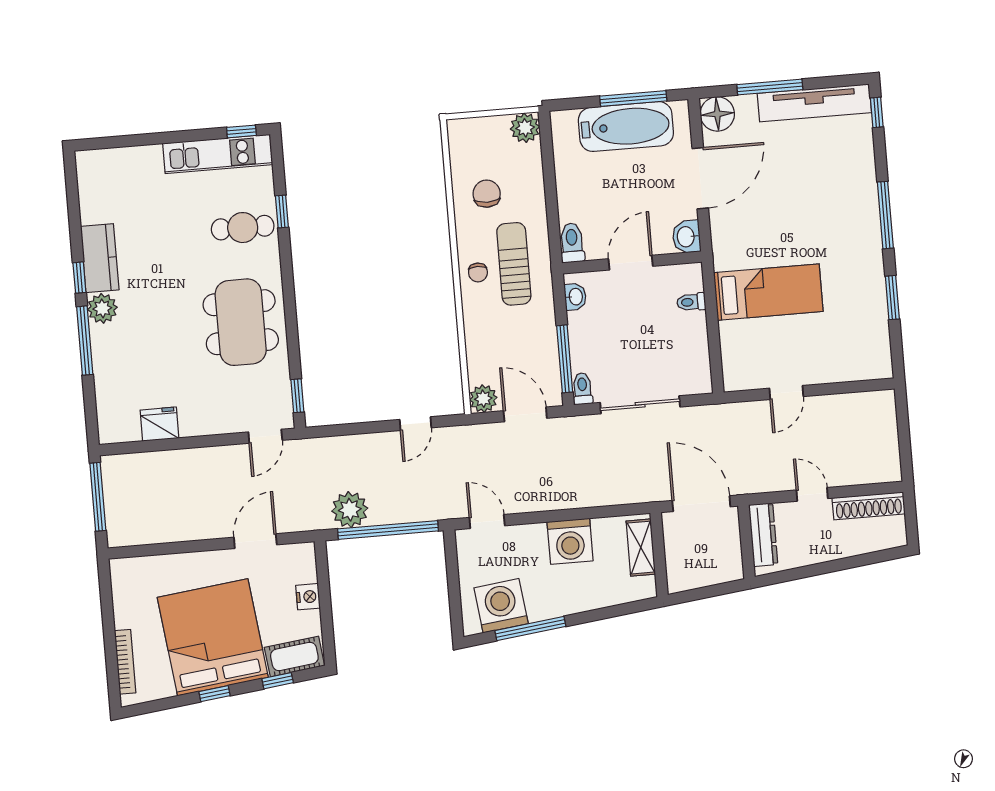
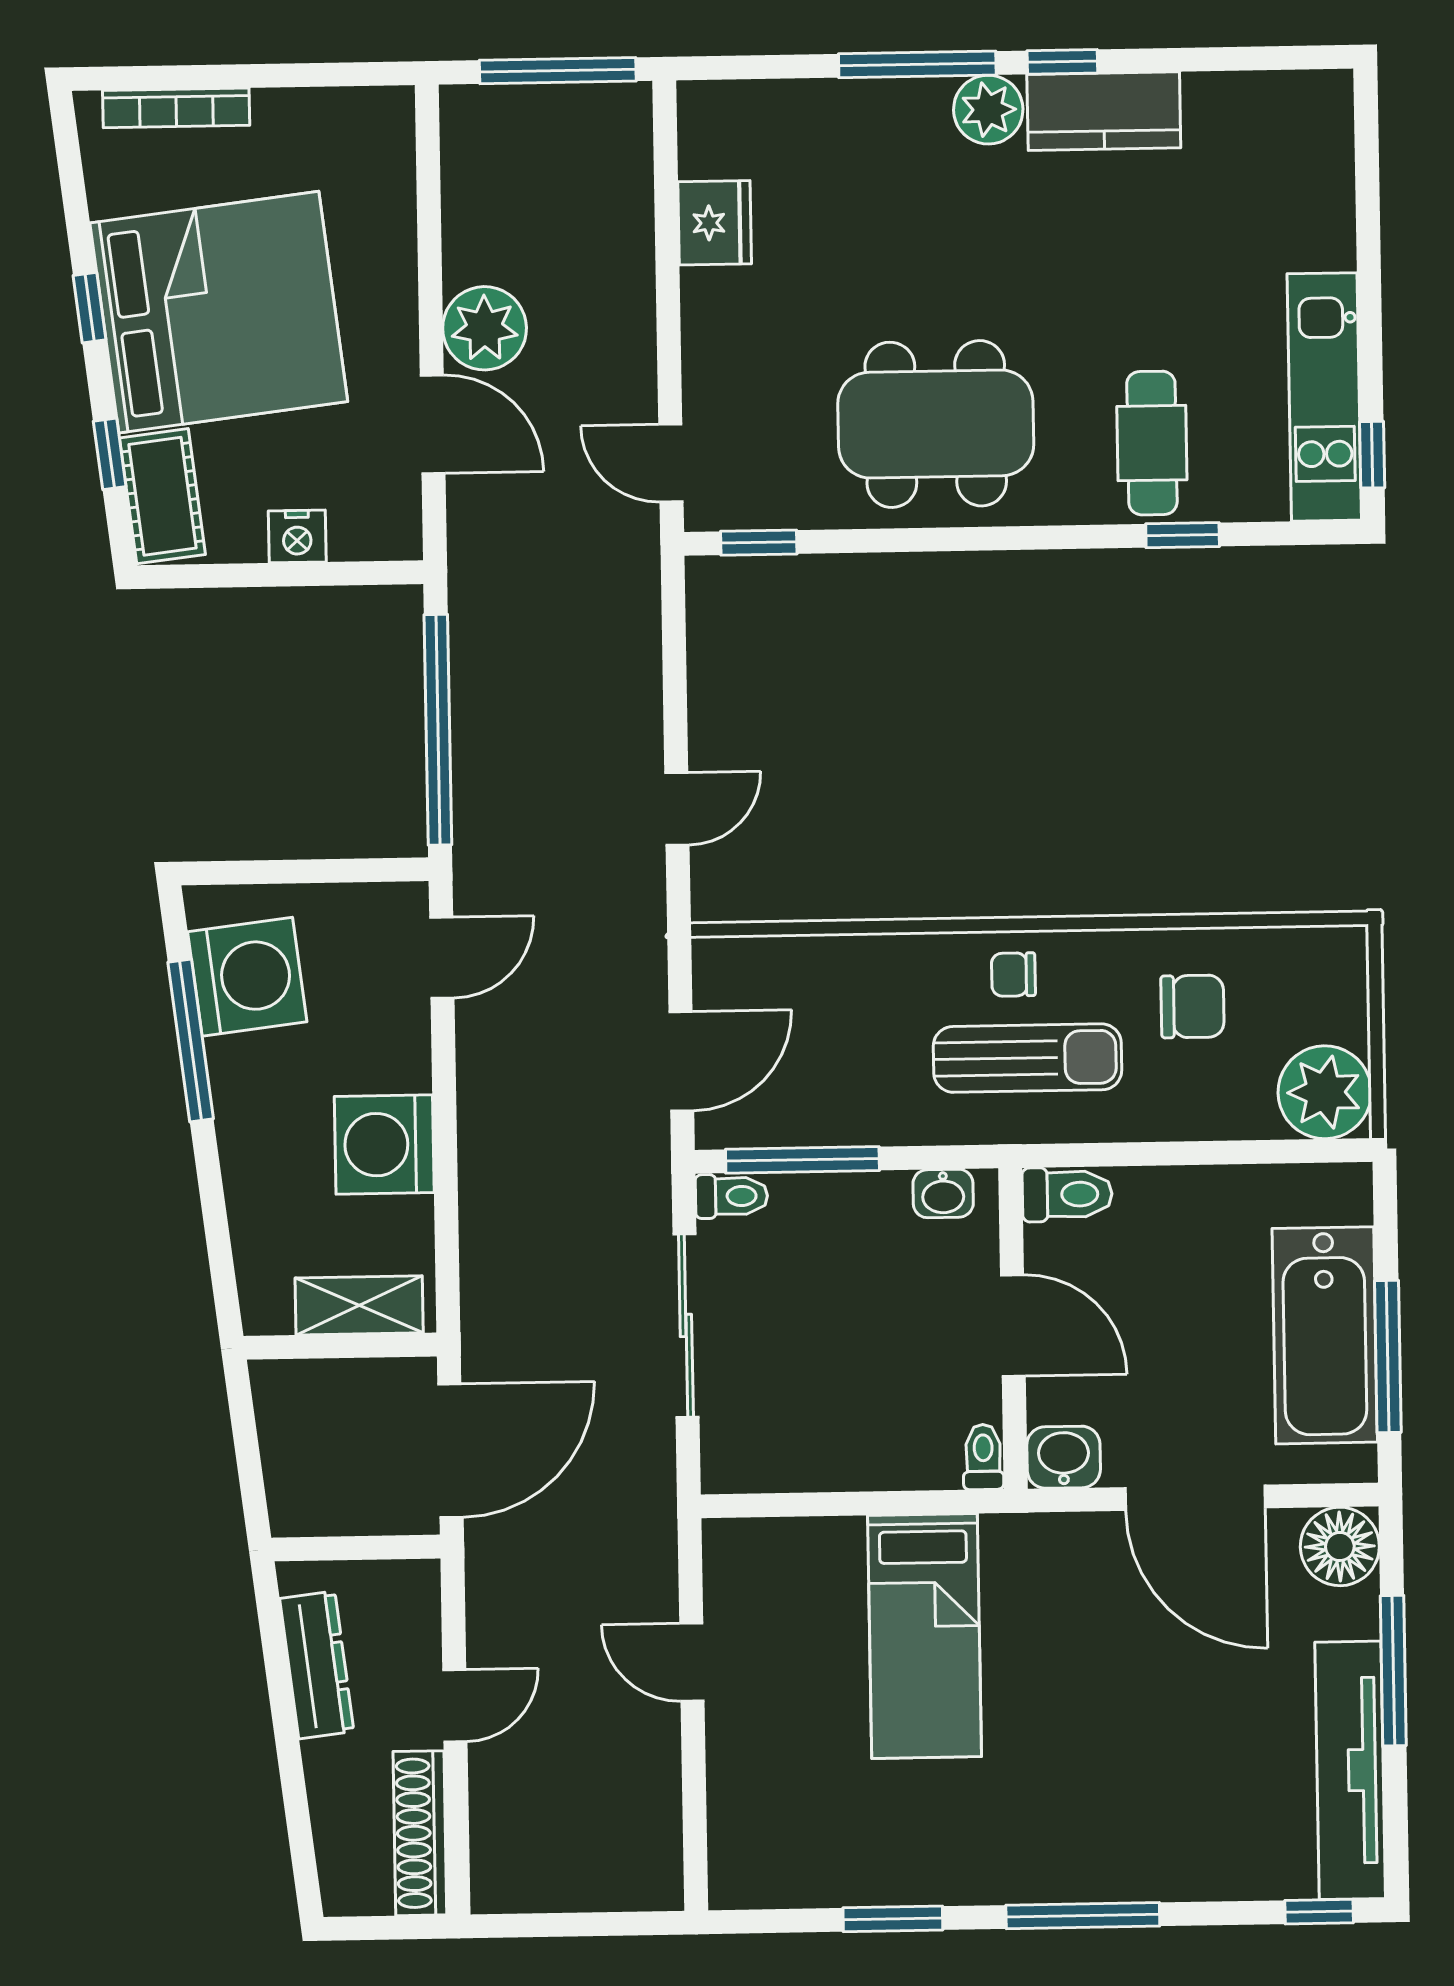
plant: (525, 128) -> (1325, 1092), width x1.36, depth x1.36
toilet: (691, 302) -> (983, 1457), moved
plant: (483, 399) -> (724, 968), removed
door: (416, 424) -> (677, 809), swing flipped
plant: (350, 510) -> (485, 328), moved
dresser: (763, 535) -> (317, 1665), moved, turned -97

